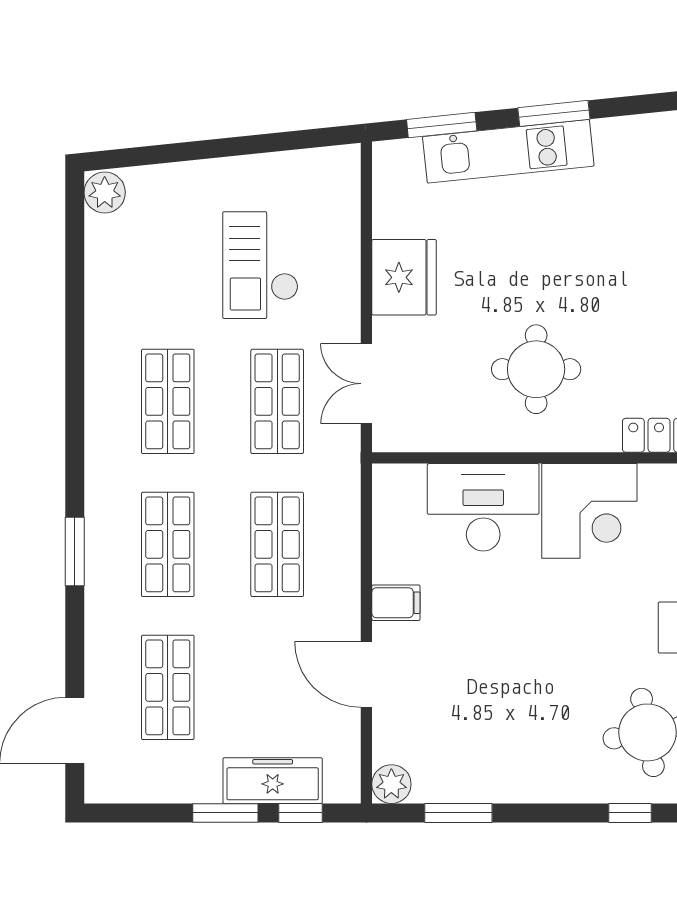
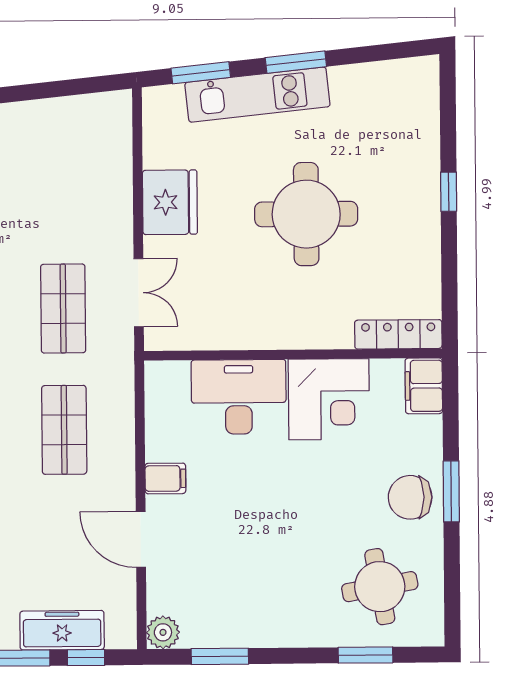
checkout: (260, 265) -> (48, 193), removed
round table: (536, 369) -> (306, 214), moved, width x1.36, depth x1.36
double door: (366, 384) -> (139, 293), swing flipped
window: (630, 813) -> (366, 655), width x1.50

